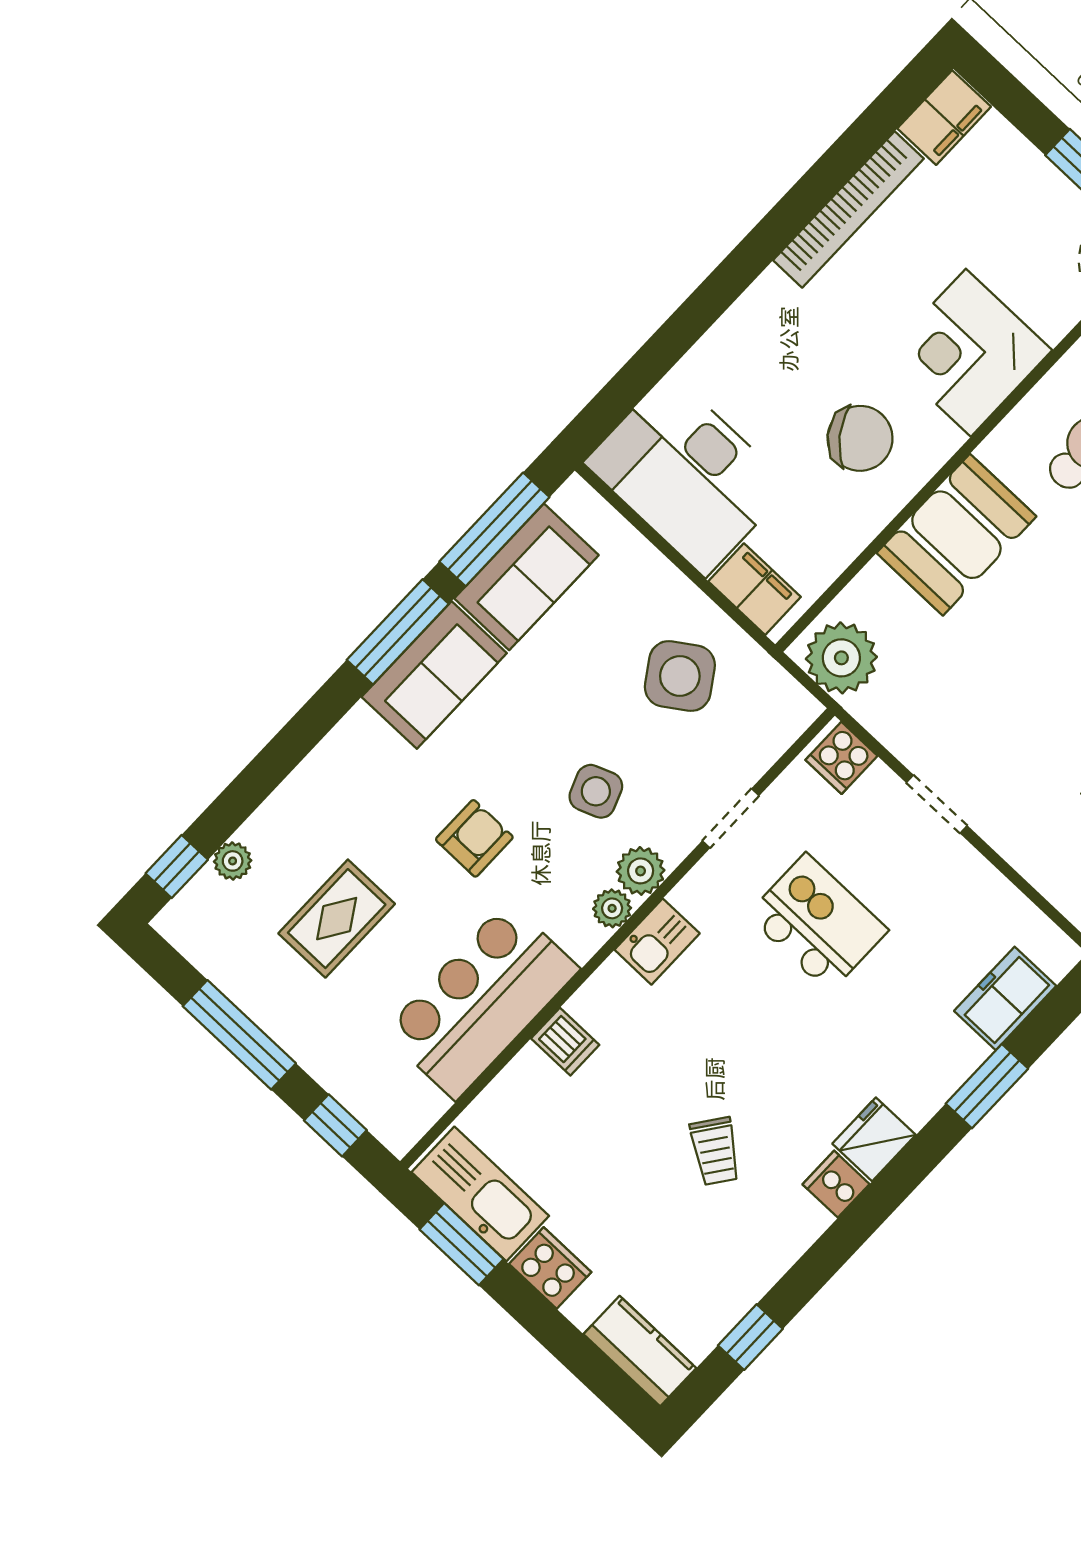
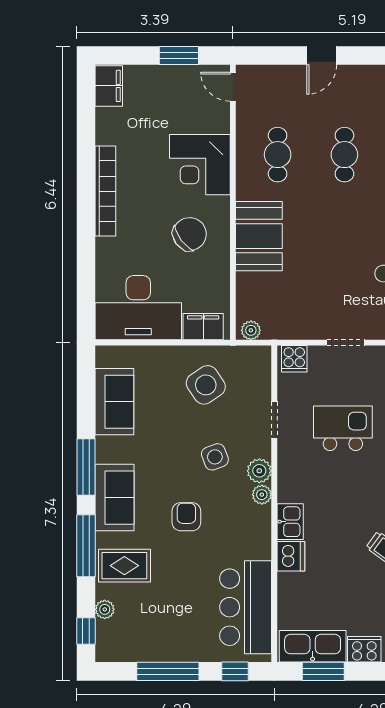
bookcase: (848, 209) -> (105, 191), moved
window: (494, 529) -> (86, 546), moved
plant: (841, 658) -> (251, 330), width x0.53, depth x0.53
sofa: (434, 675) -> (115, 498), moved
rug: (337, 919) -> (124, 566), moved, turned 90
kitchen sink: (657, 942) -> (290, 522), moved
bar counter: (481, 1001) -> (246, 607), moved
dishwasher: (565, 1042) -> (291, 556), width x1.38

